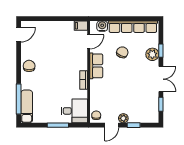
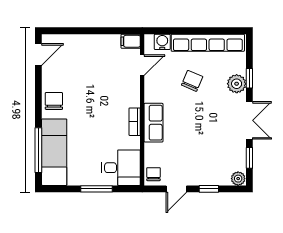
row of seats: (96, 66) -> (153, 123), moved
exam couch: (27, 106) -> (54, 152), width x1.36, depth x1.45
plant: (123, 118) -> (238, 179), moved

